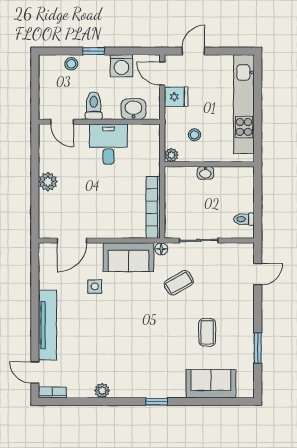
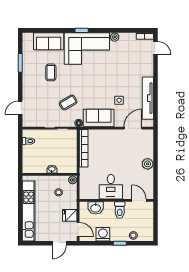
tv unit: (47, 325) -> (148, 98), moved
corner sofa: (148, 372) -> (87, 48), added

